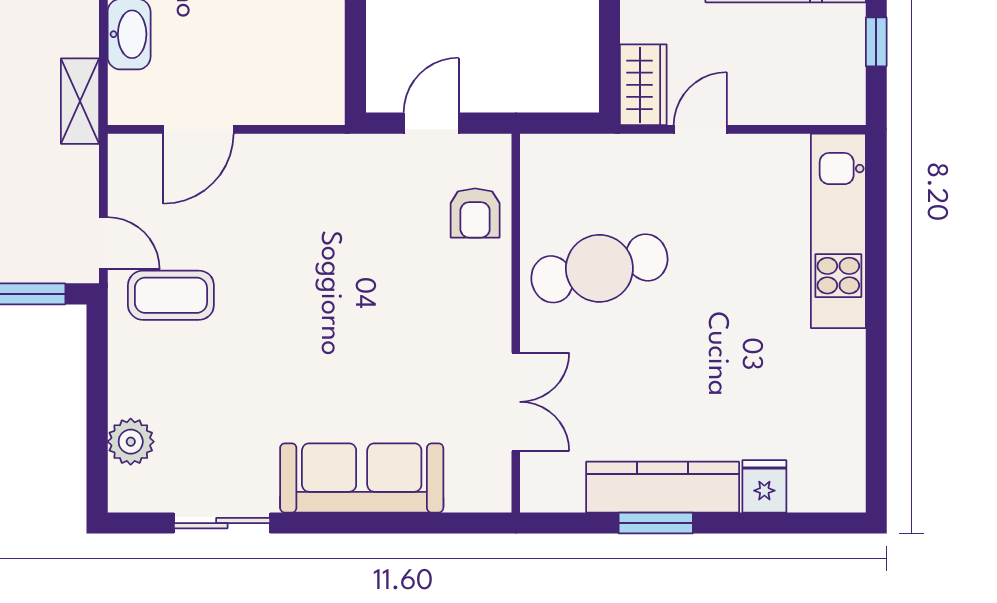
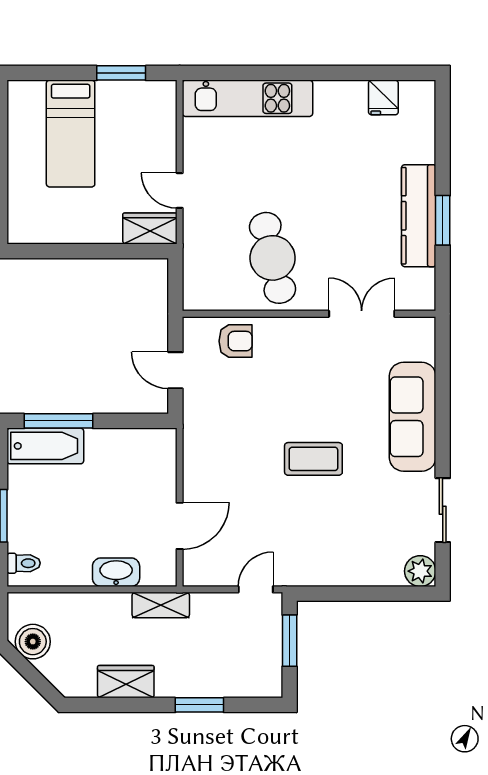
window: (876, 42) -> (121, 73), width x1.50
door: (198, 129) -> (180, 526), hinge flipped
coffee table: (171, 295) -> (313, 459), moved, turned 90
plant: (131, 442) -> (420, 571), moved
fridge: (764, 486) -> (383, 97), moved, turned -90

